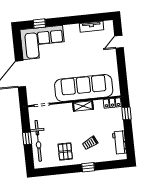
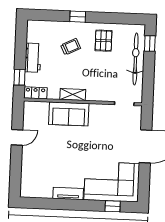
tv unit: (92, 27) -> (68, 194), moved
door: (119, 42) -> (17, 137), moved
sofa: (84, 88) -> (69, 114), width x0.54, depth x0.79
window: (27, 138) -> (150, 44), moved
workbench: (119, 142) -> (33, 58), moved

